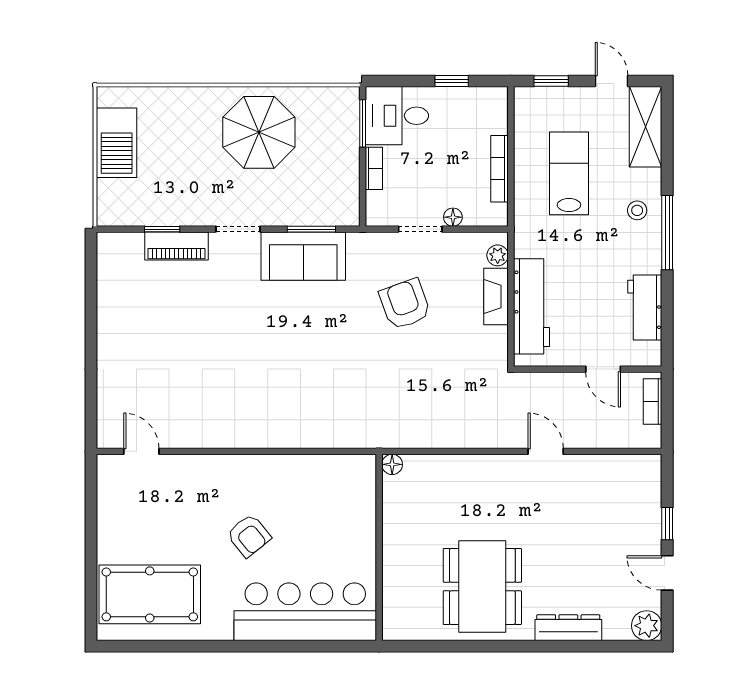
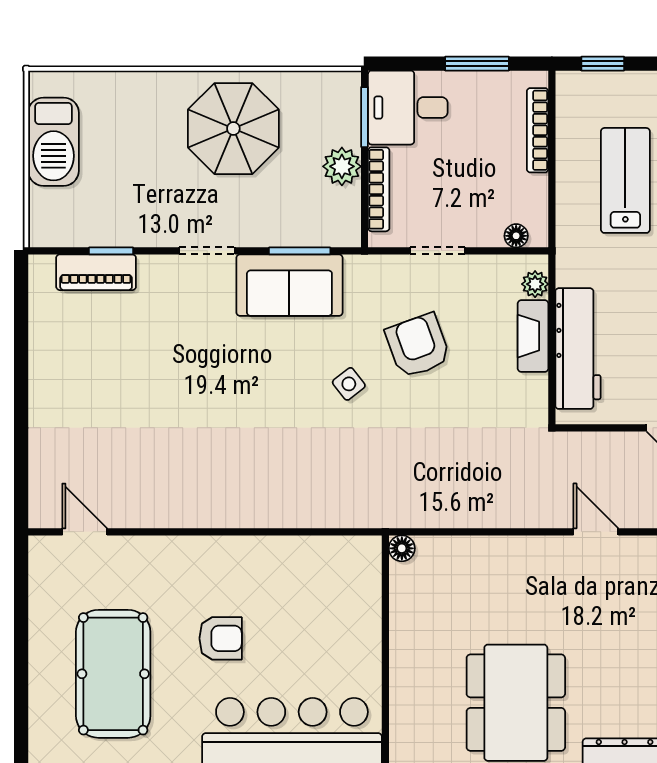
window: (452, 81) -> (477, 64), width x1.50
plant: (345, 162) -> (342, 166), added
bookcase: (374, 168) -> (379, 189), width x1.56
bookcase: (500, 169) -> (538, 130), moved
floor lamp: (453, 217) -> (516, 236), moved
piano: (177, 246) -> (96, 272), moved
side table: (350, 334) -> (349, 384), added
armchair: (249, 536) -> (221, 638), turned -51
pool table: (150, 594) -> (113, 674), moved, turned 90

